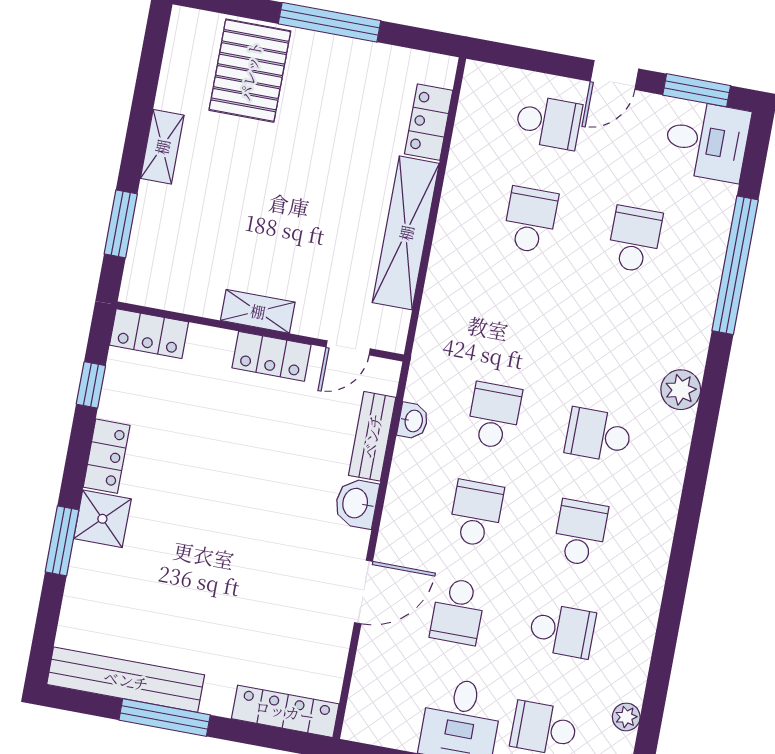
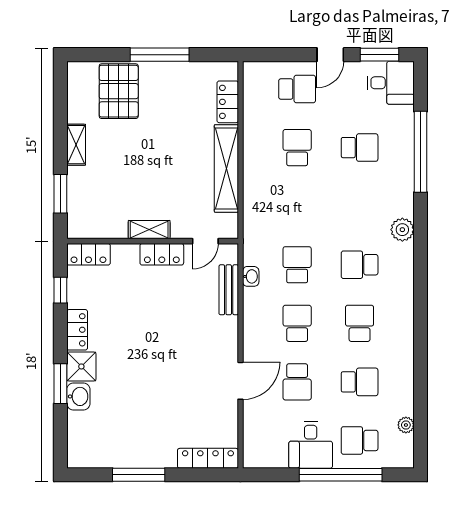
school desk: (635, 239) -> (360, 148), turned 90
washbasin: (356, 503) -> (78, 396), moved, turned 180
bench: (126, 680) -> (112, 457), removed

